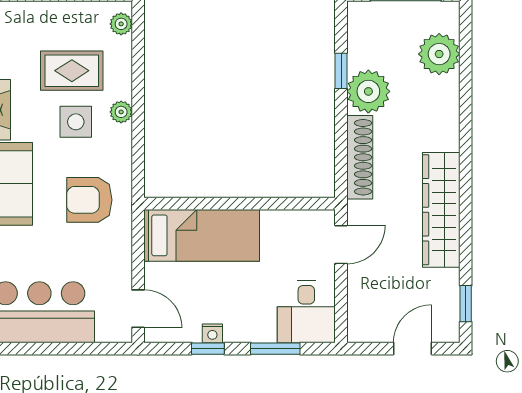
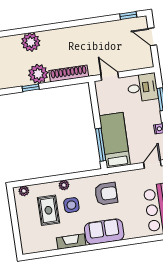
plant: (439, 54) -> (31, 42), moved
armchair: (89, 200) -> (106, 194), turned -90
window: (196, 204) -> (101, 145), added
wardrobe: (441, 210) -> (87, 33), removed

